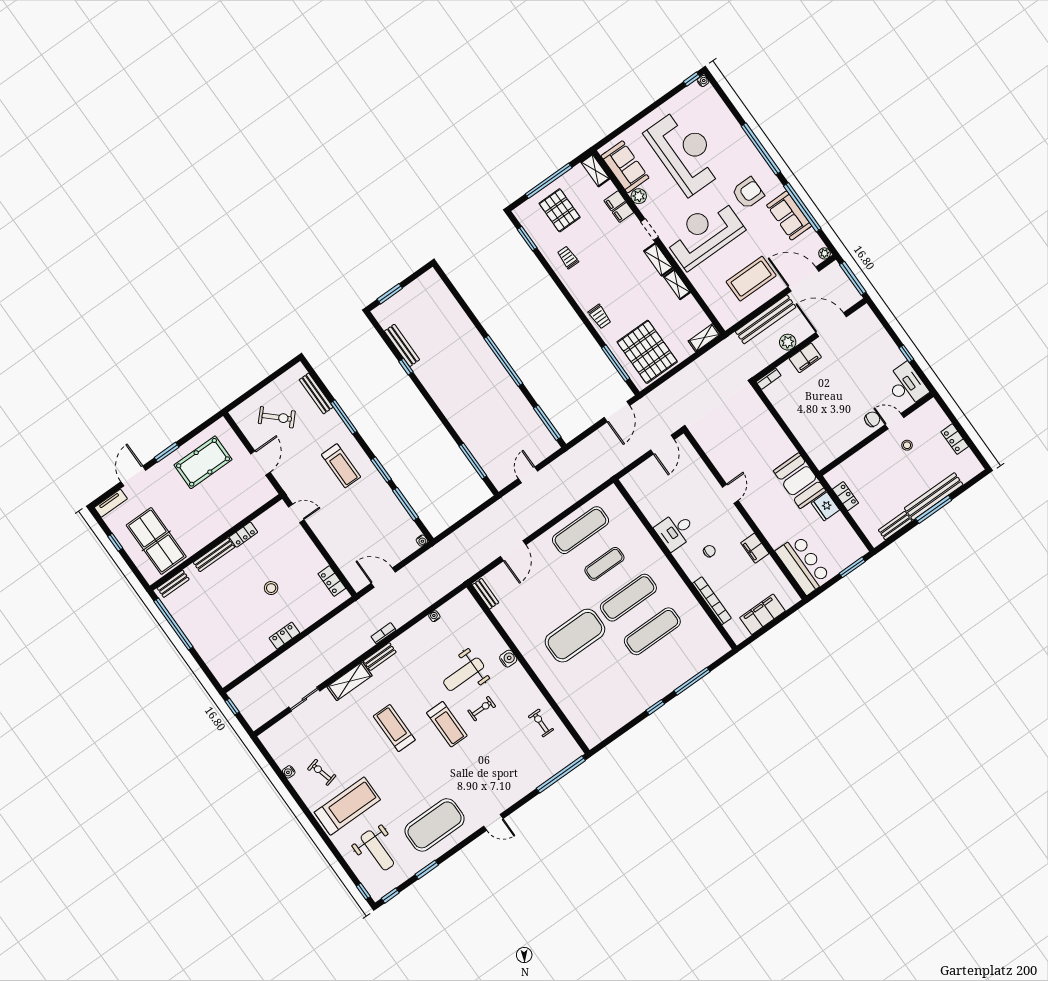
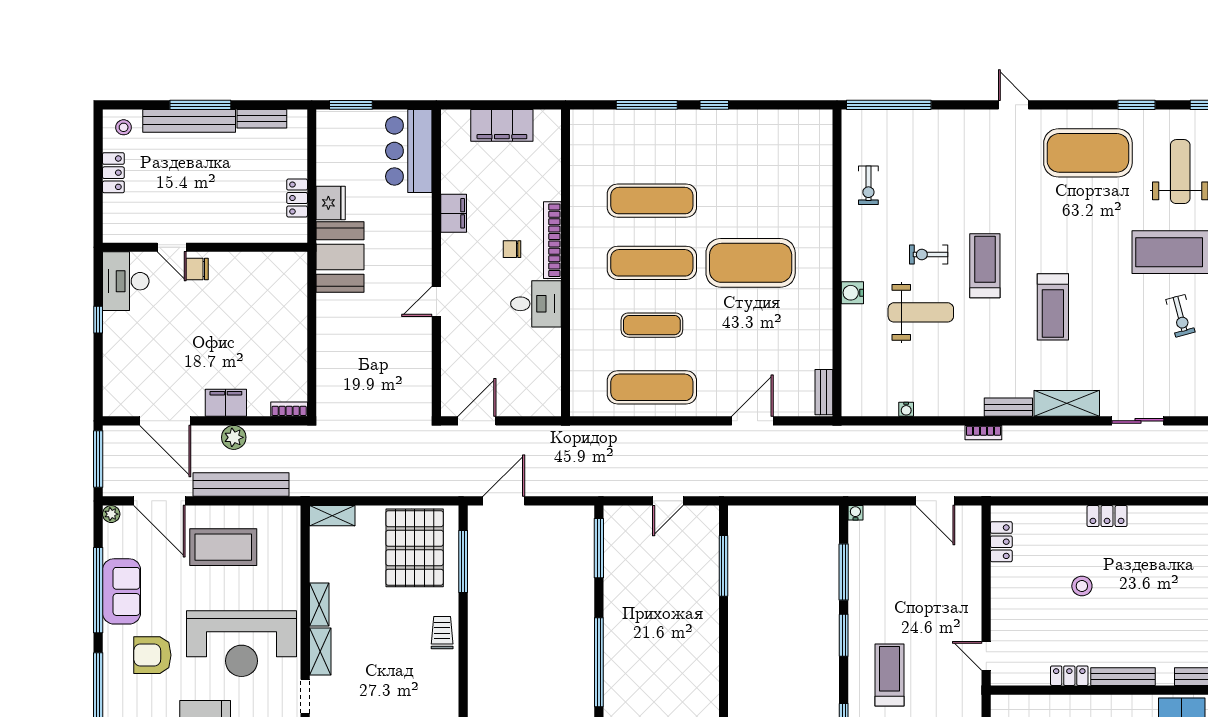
stool: (907, 445) -> (124, 127), moved
bookcase: (712, 601) -> (552, 240), moved

